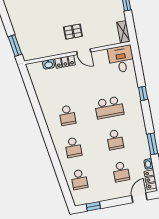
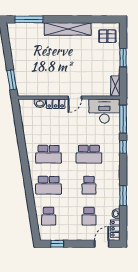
pallet: (73, 32) -> (68, 77), removed
door: (84, 52) -> (75, 98), hinge flipped
desk: (121, 59) -> (104, 111), width x1.37
window: (138, 65) -> (123, 119), added
school desk: (67, 115) -> (49, 154), width x1.85
school desk: (73, 147) -> (49, 185), width x1.85

